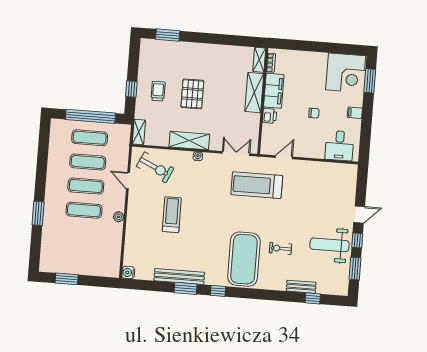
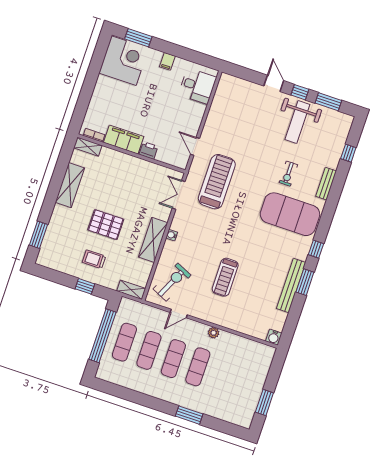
shelving: (254, 93) -> (70, 185), moved, turned 90
chair: (314, 113) -> (157, 104), removed
treadmill: (257, 185) -> (217, 182), turned 180
treadmill: (172, 215) -> (225, 277), turned -90
bench: (301, 287) -> (326, 184), moved

